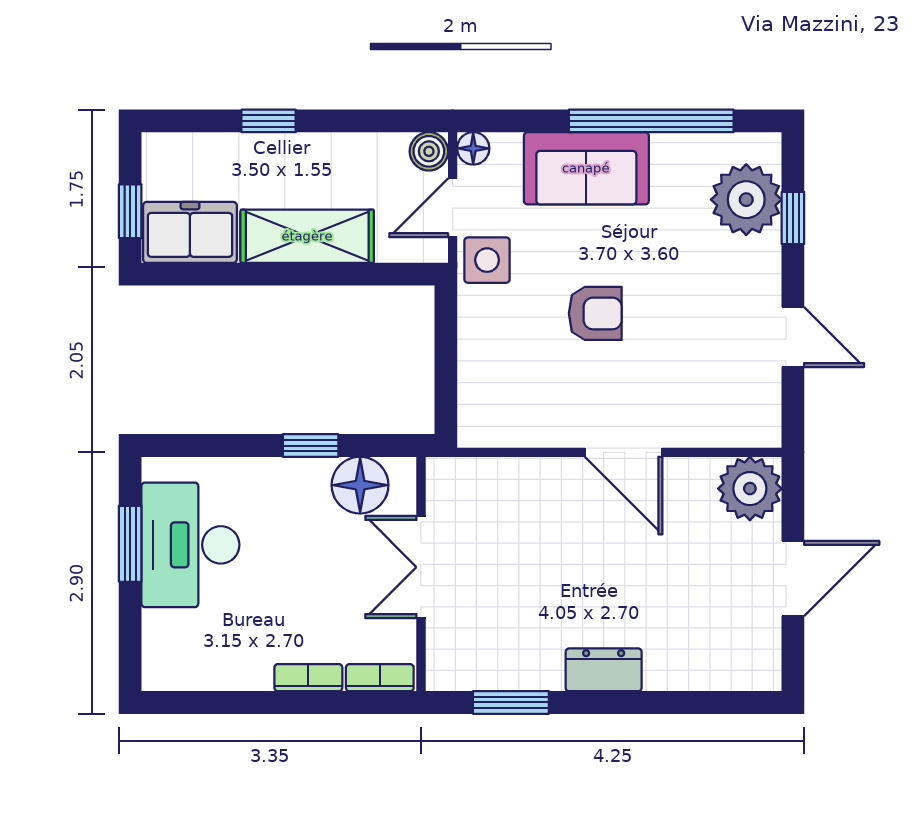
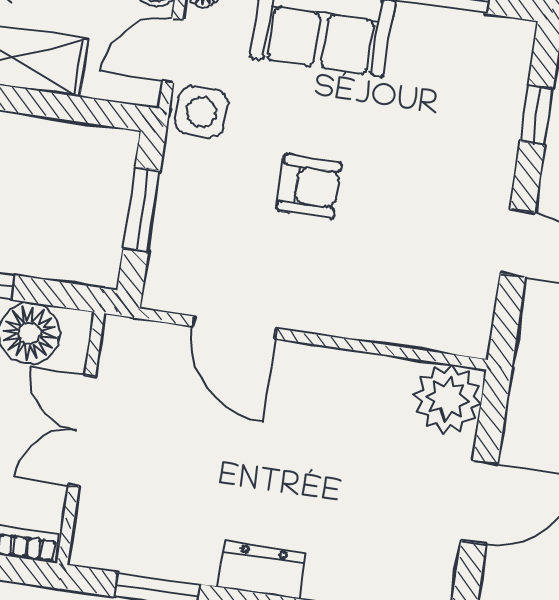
plant: (746, 200) -> (489, 88), removed
window: (446, 357) -> (142, 209), added
door: (624, 452) -> (234, 327), moved

